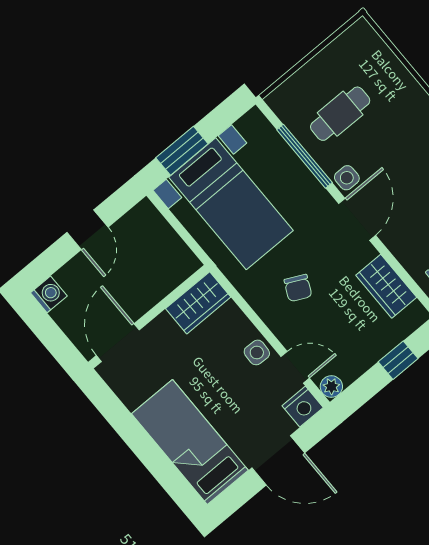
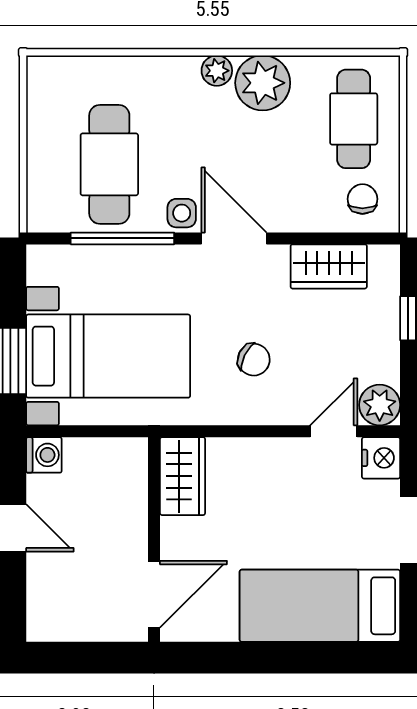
cafe table: (340, 114) -> (109, 164), width x1.37, depth x1.35
washing machine: (49, 294) -> (44, 455), moved, turned 90
door: (118, 343) -> (154, 594), swing flipped
side table: (257, 352) -> (285, 458), removed
plant: (331, 387) -> (380, 405), width x1.38, depth x1.38

